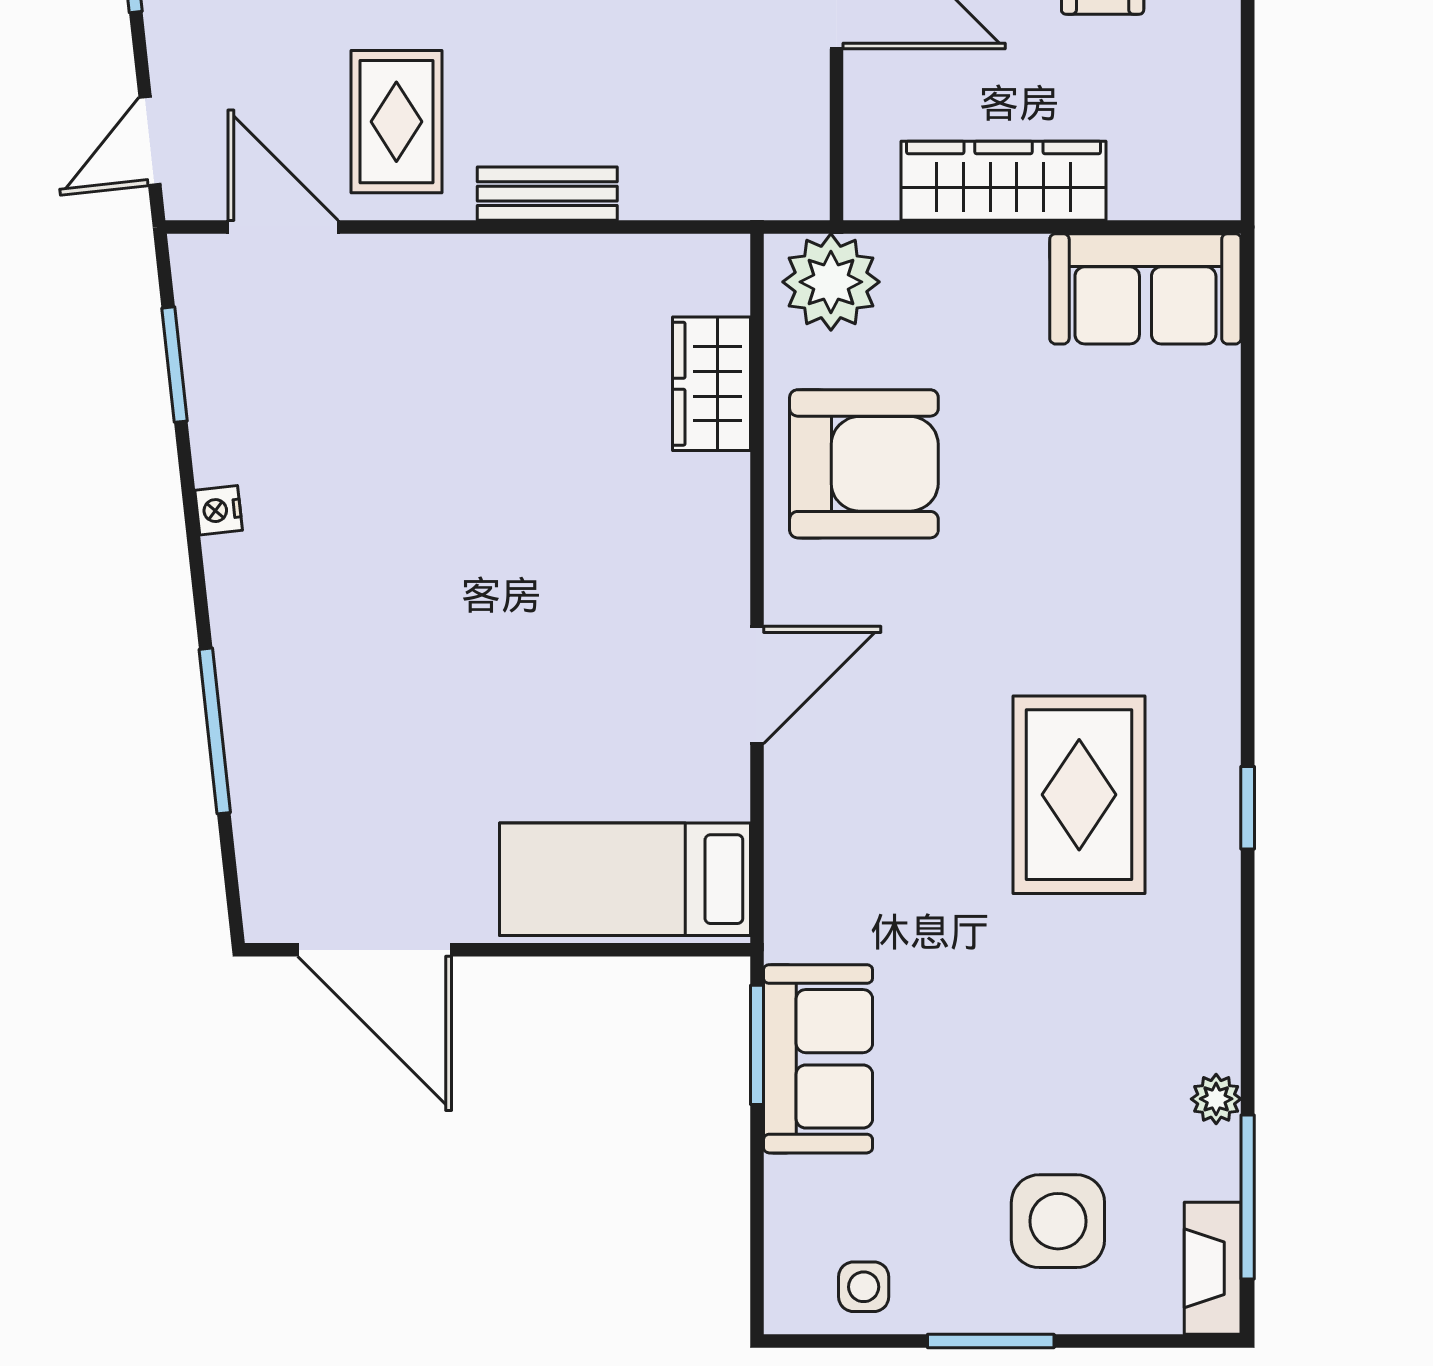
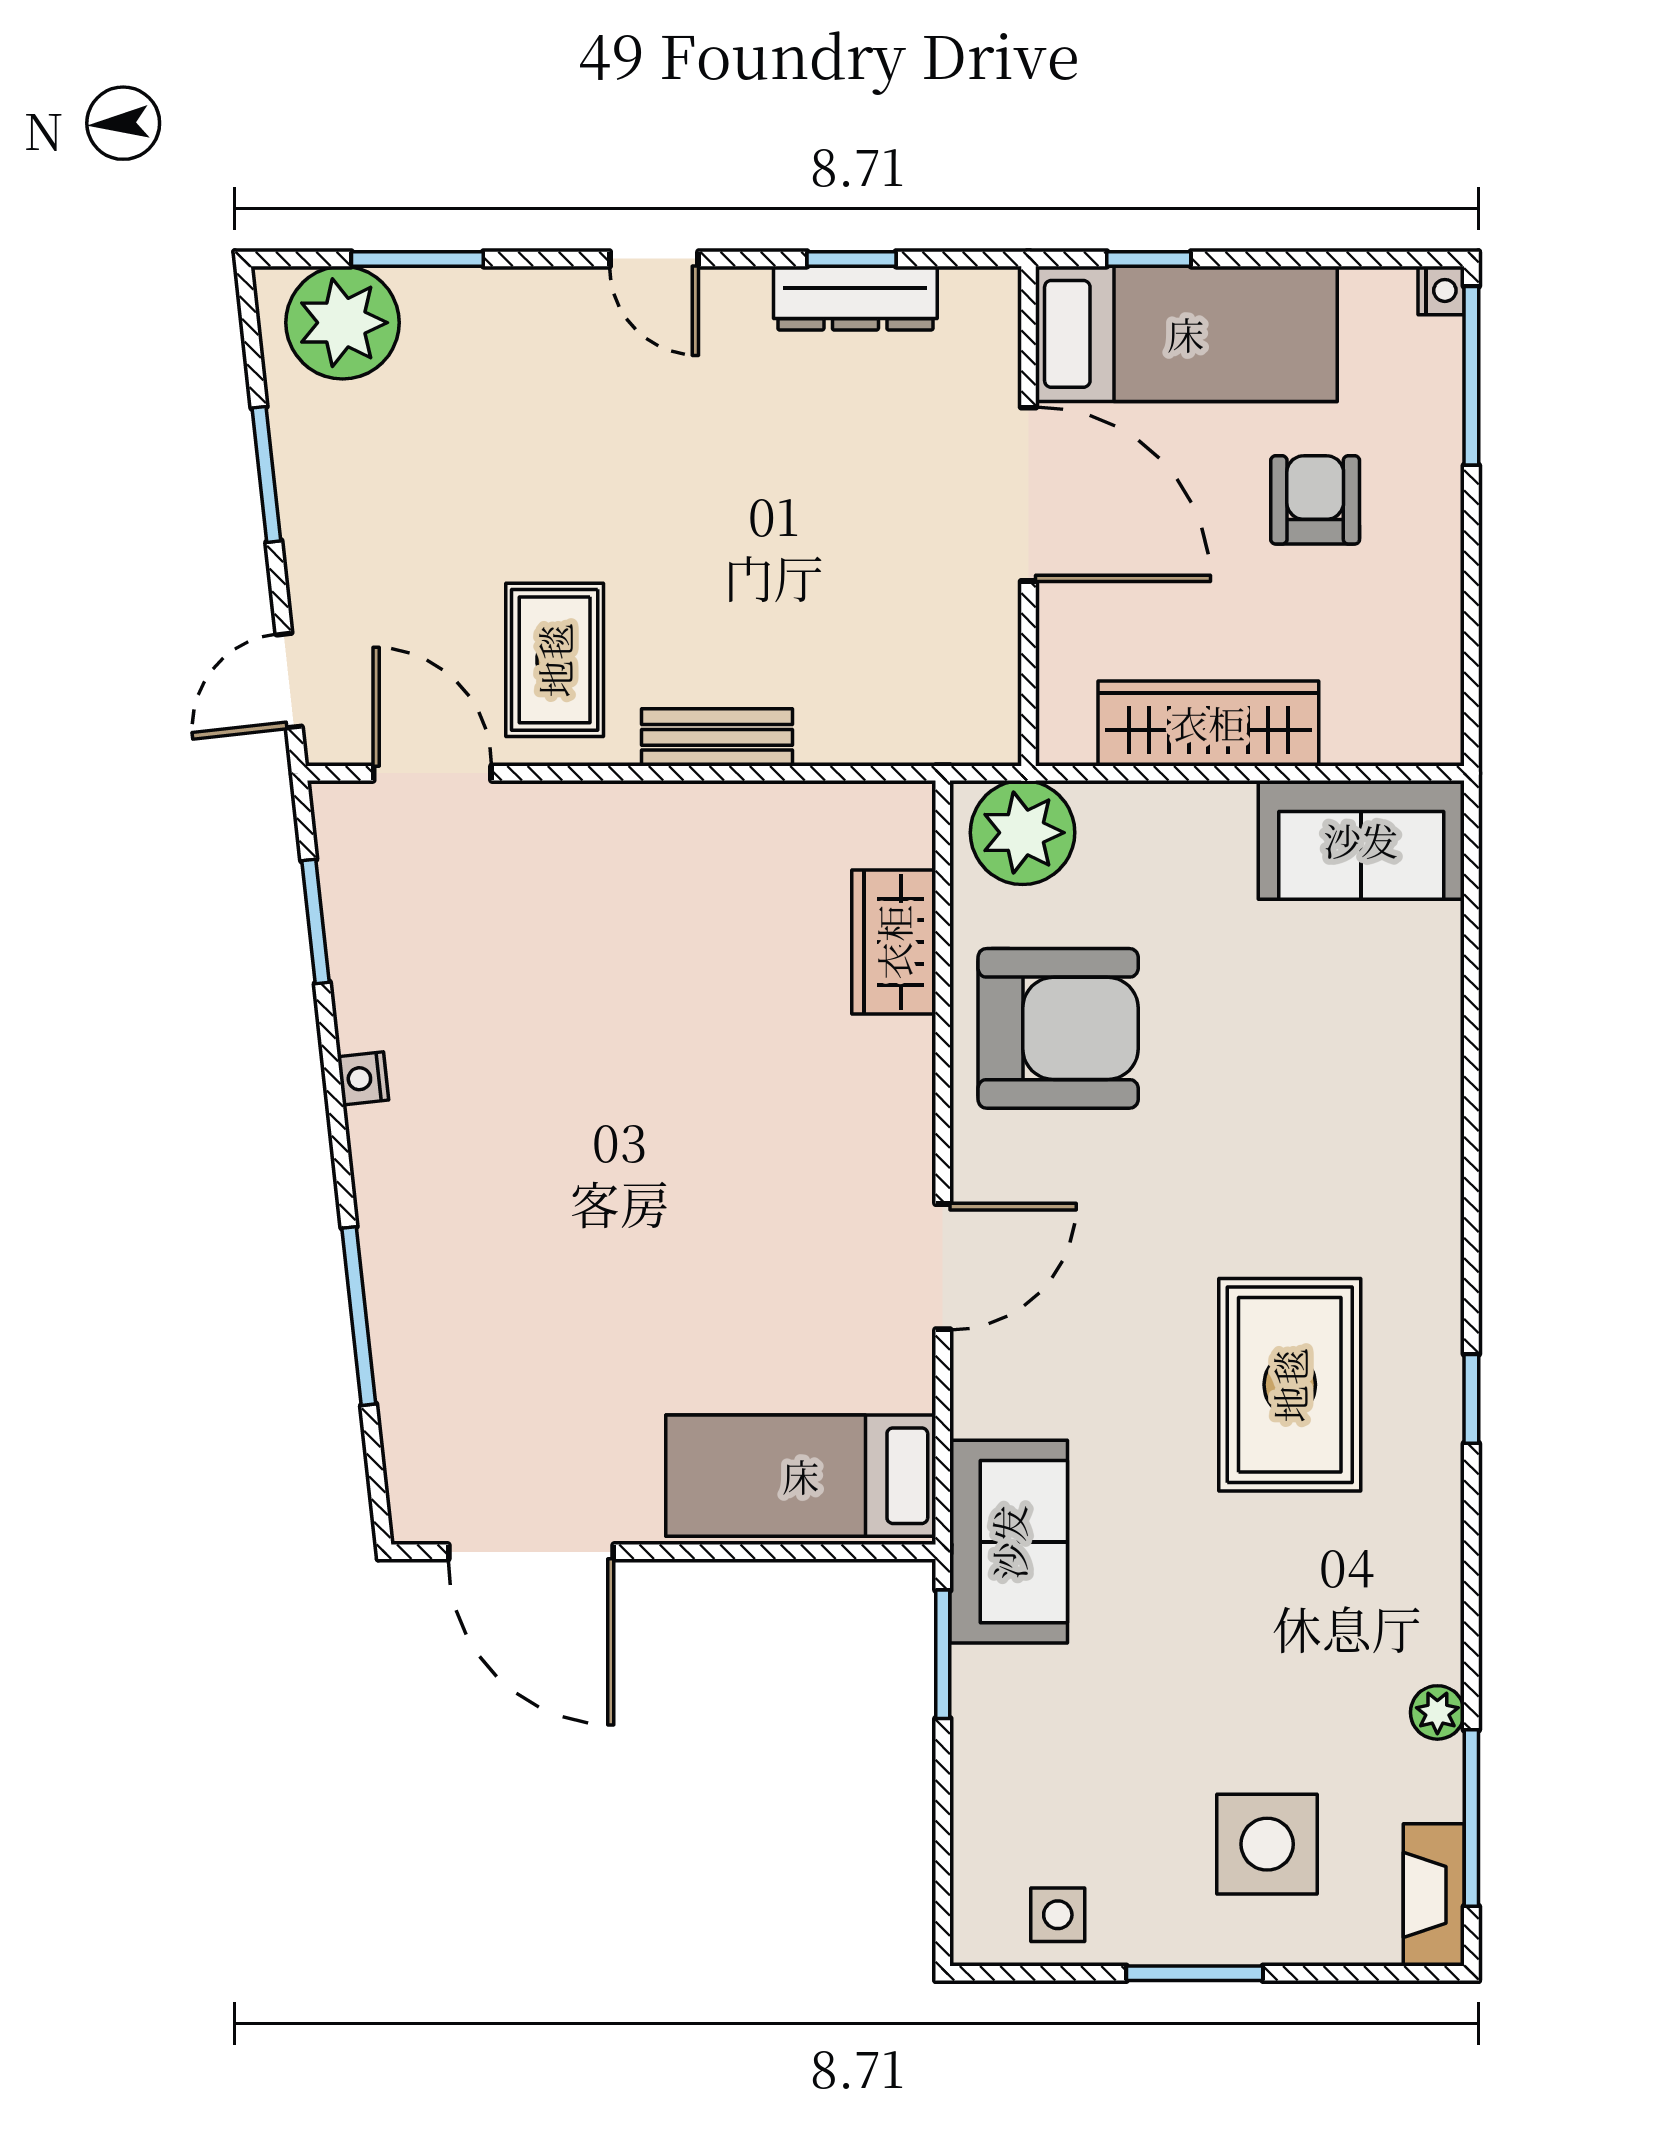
sofa: (818, 1059) -> (1009, 1542), moved

